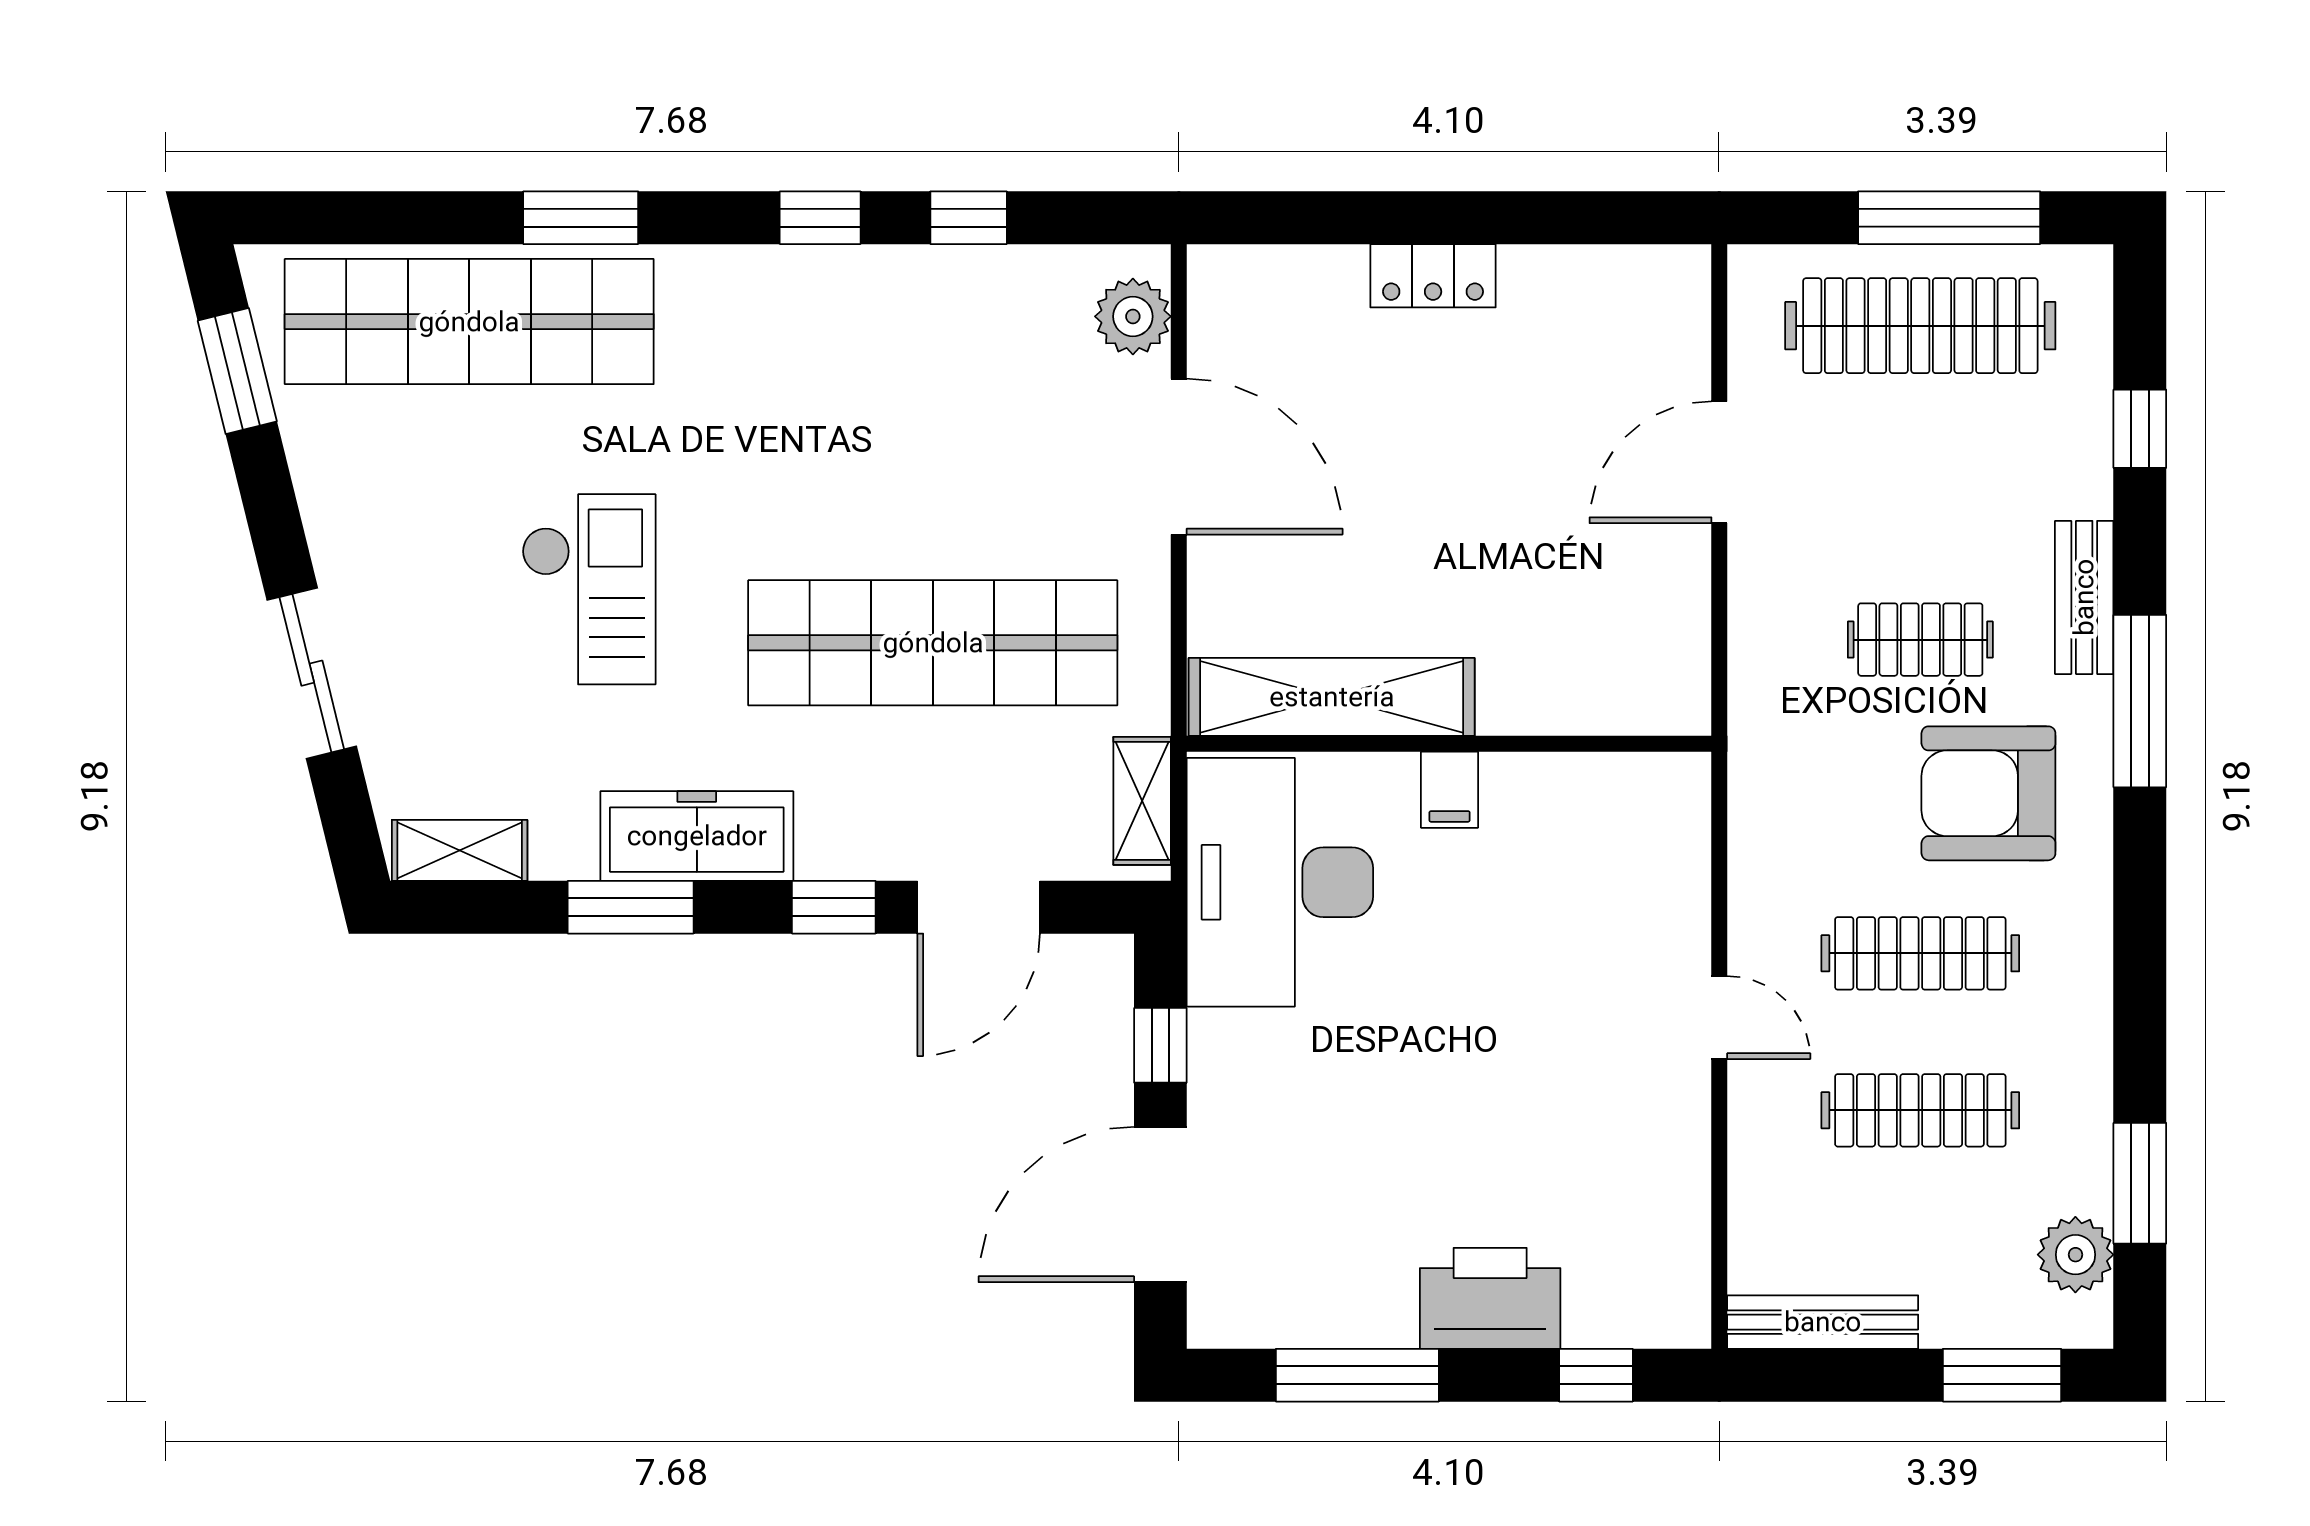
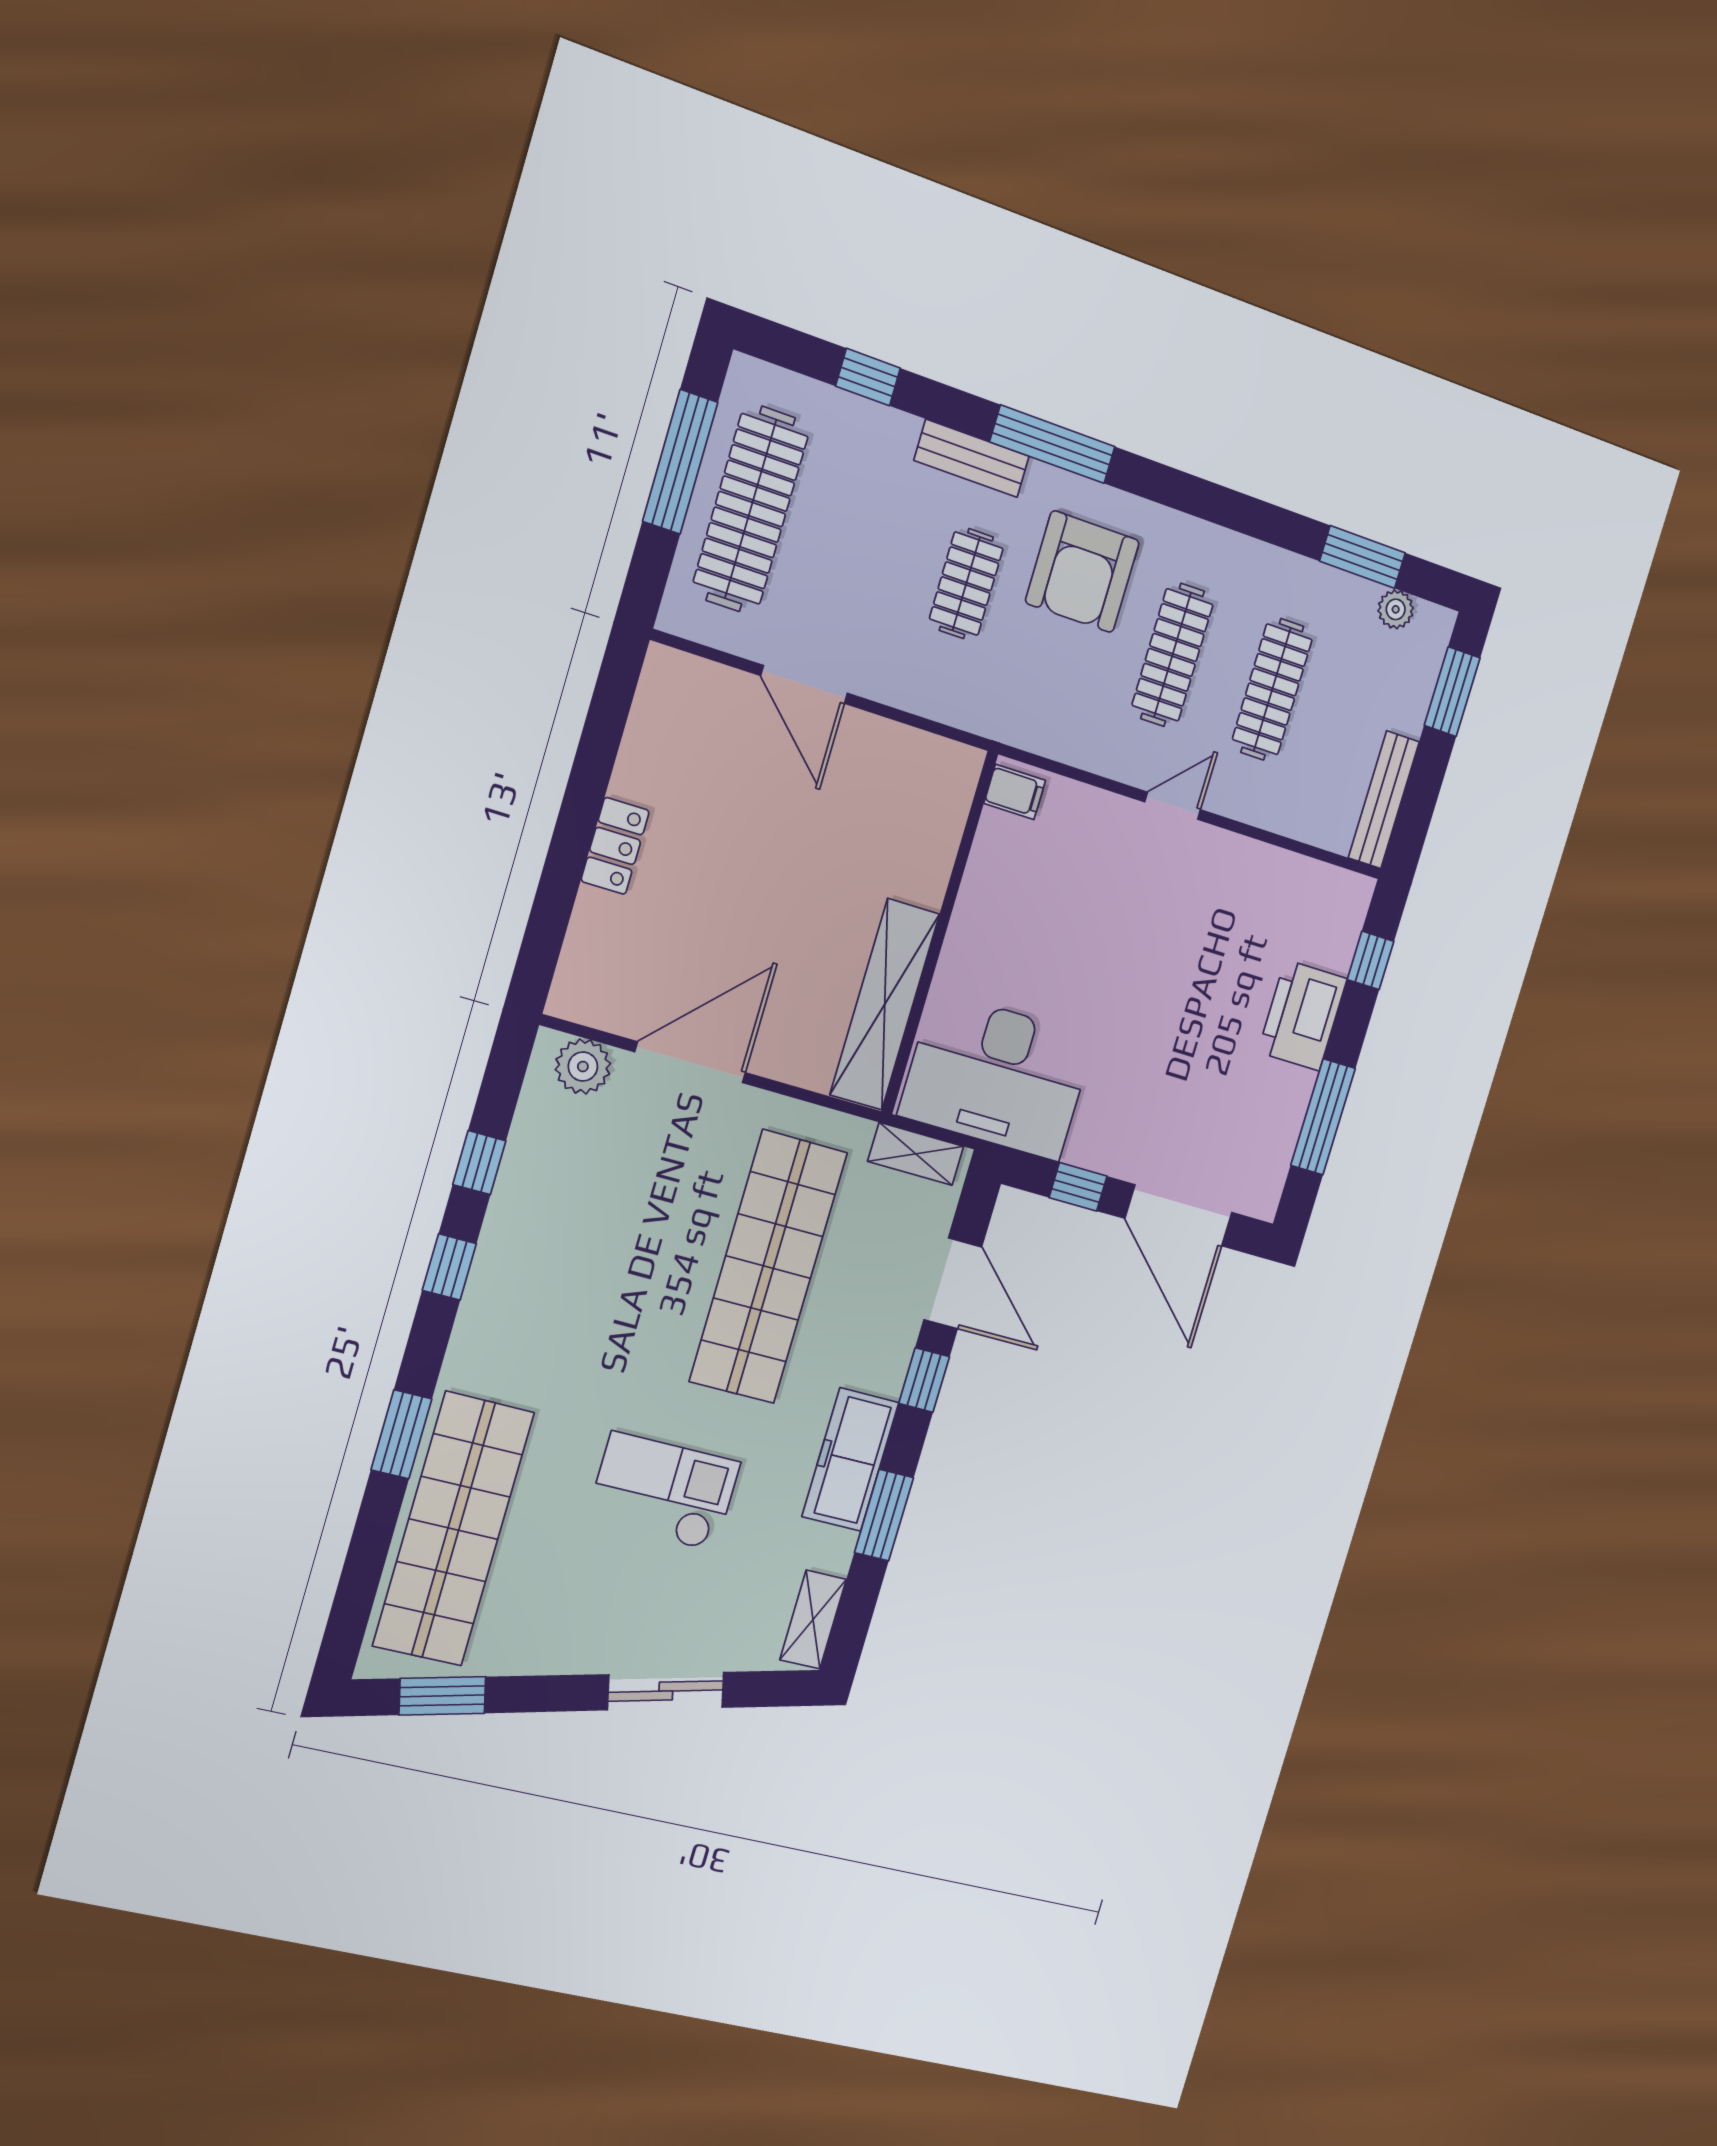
filing cabinet: (1450, 790) -> (1015, 792), moved
plant: (2075, 1255) -> (1396, 609), width x0.73, depth x0.73

